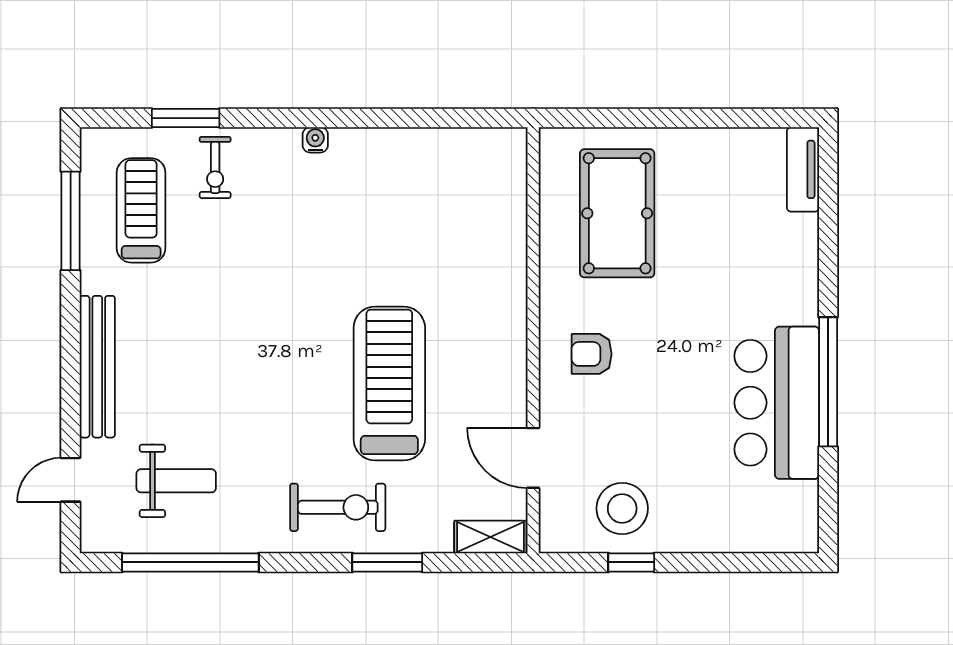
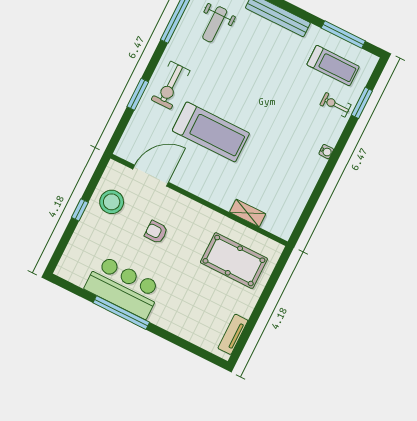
tv unit: (803, 169) -> (233, 334), moved, turned -90
armchair: (592, 354) -> (156, 232), moved, turned -90
door: (533, 458) -> (151, 176), width x1.36
shelving: (490, 537) -> (248, 213), moved, turned 90
window: (631, 562) -> (80, 210), moved

